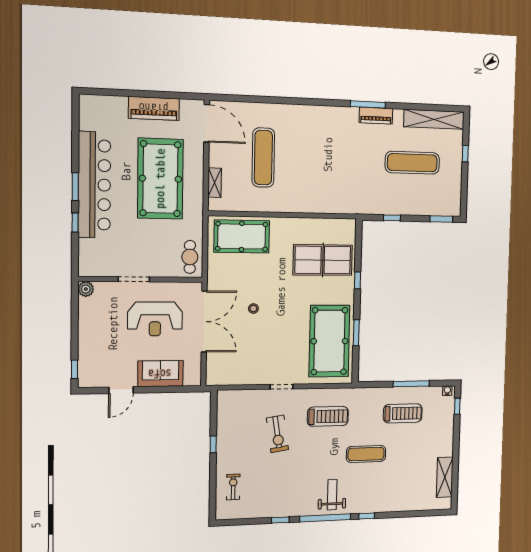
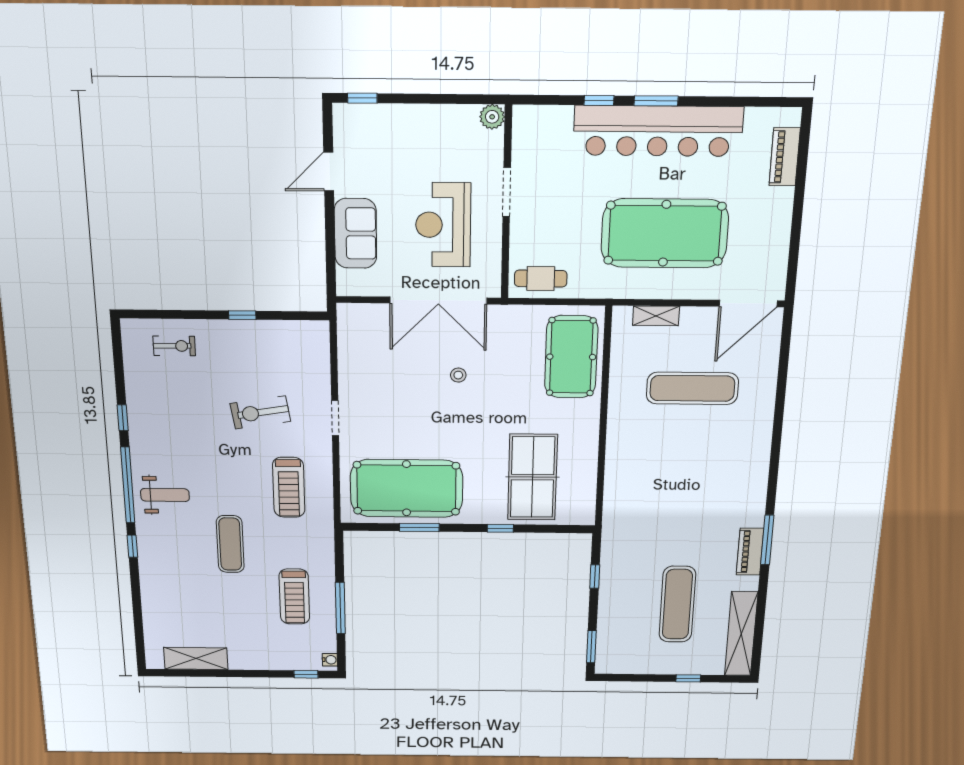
piano: (154, 108) -> (785, 157), moved, width x0.73, depth x0.75
door: (121, 390) -> (329, 172), hinge flipped

